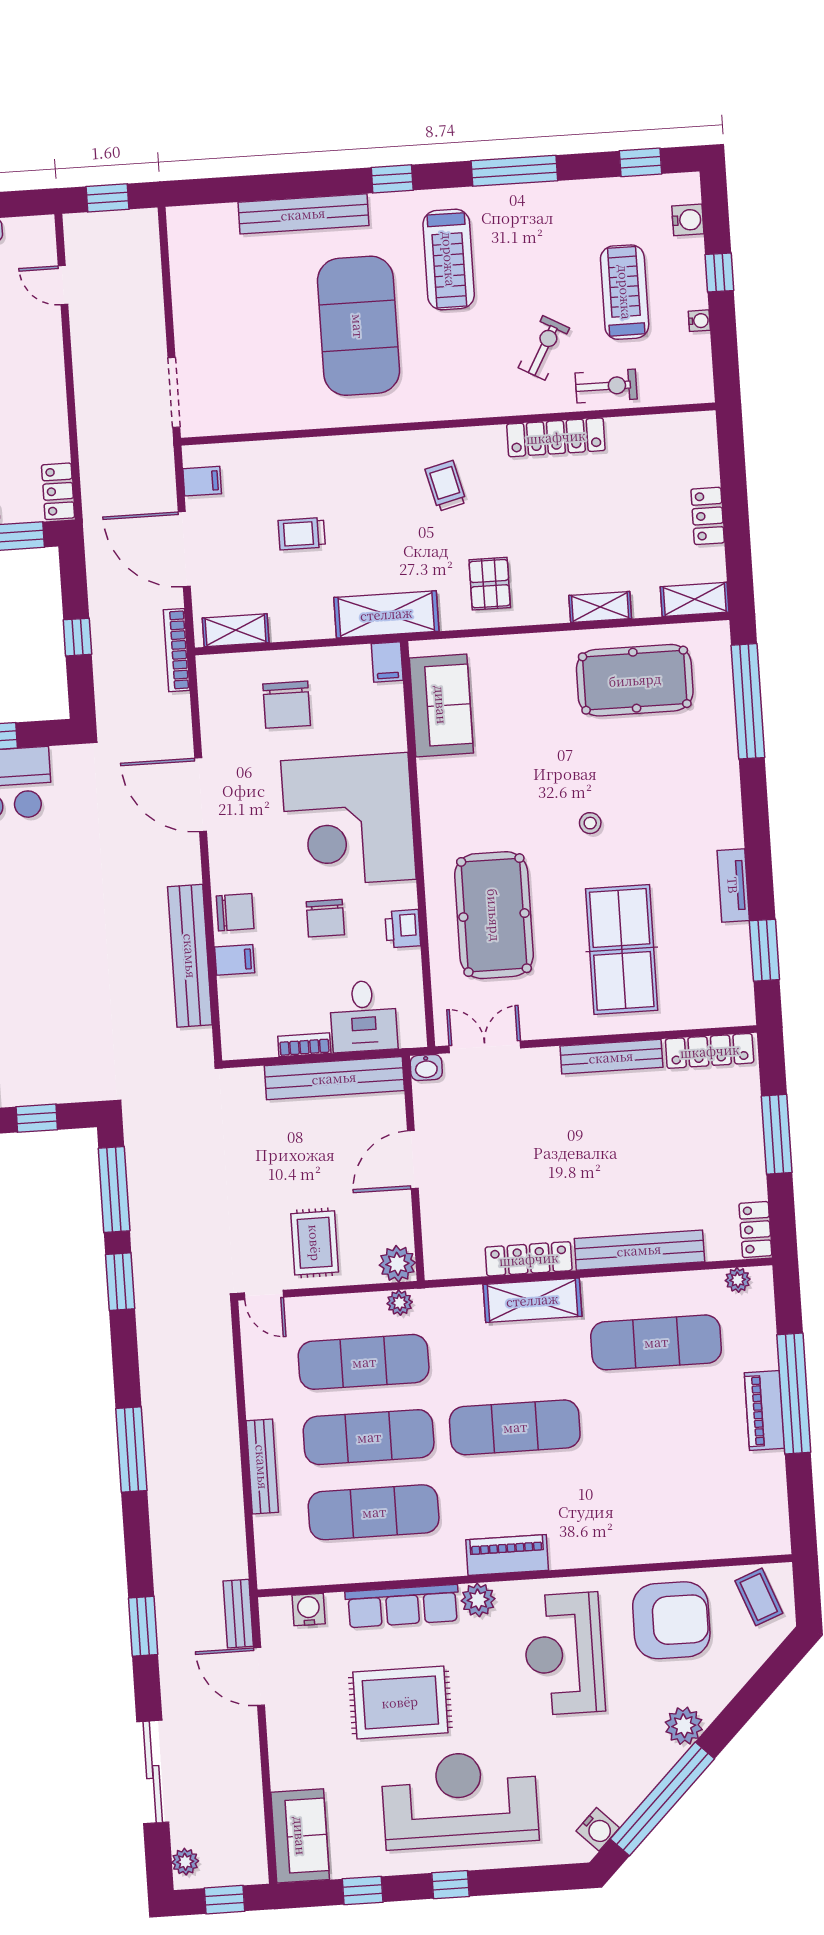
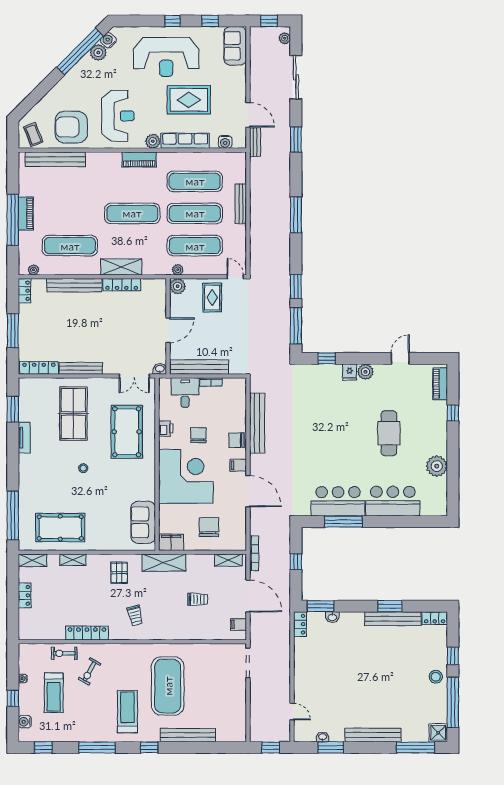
filing cabinet: (387, 662) -> (171, 542), width x2.00
filing cabinet: (235, 960) -> (238, 465), moved
bench: (704, 1542) -> (55, 159), added
plant: (684, 1726) -> (98, 53), moved

